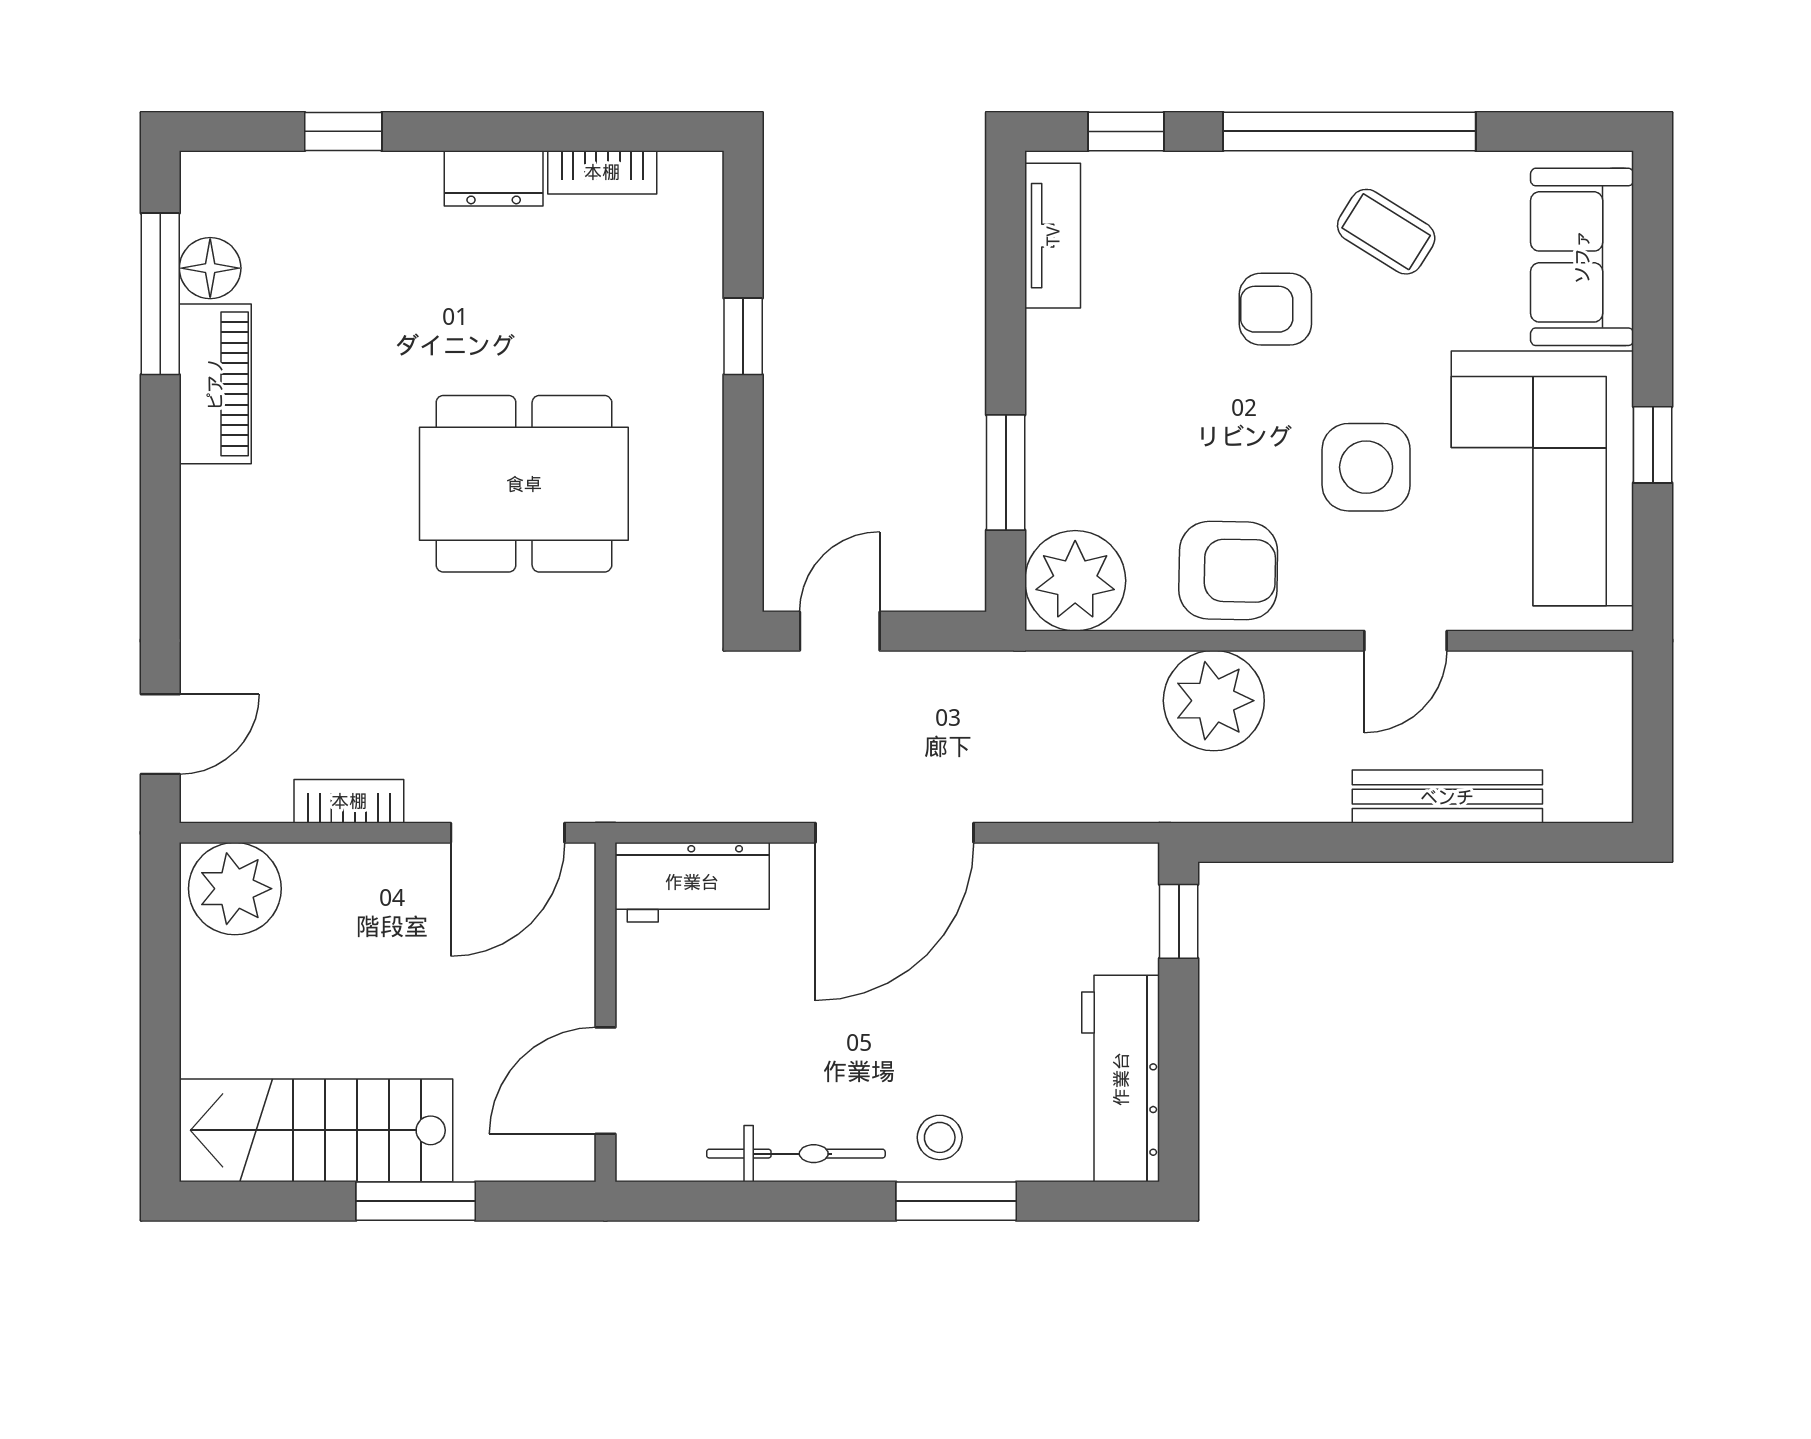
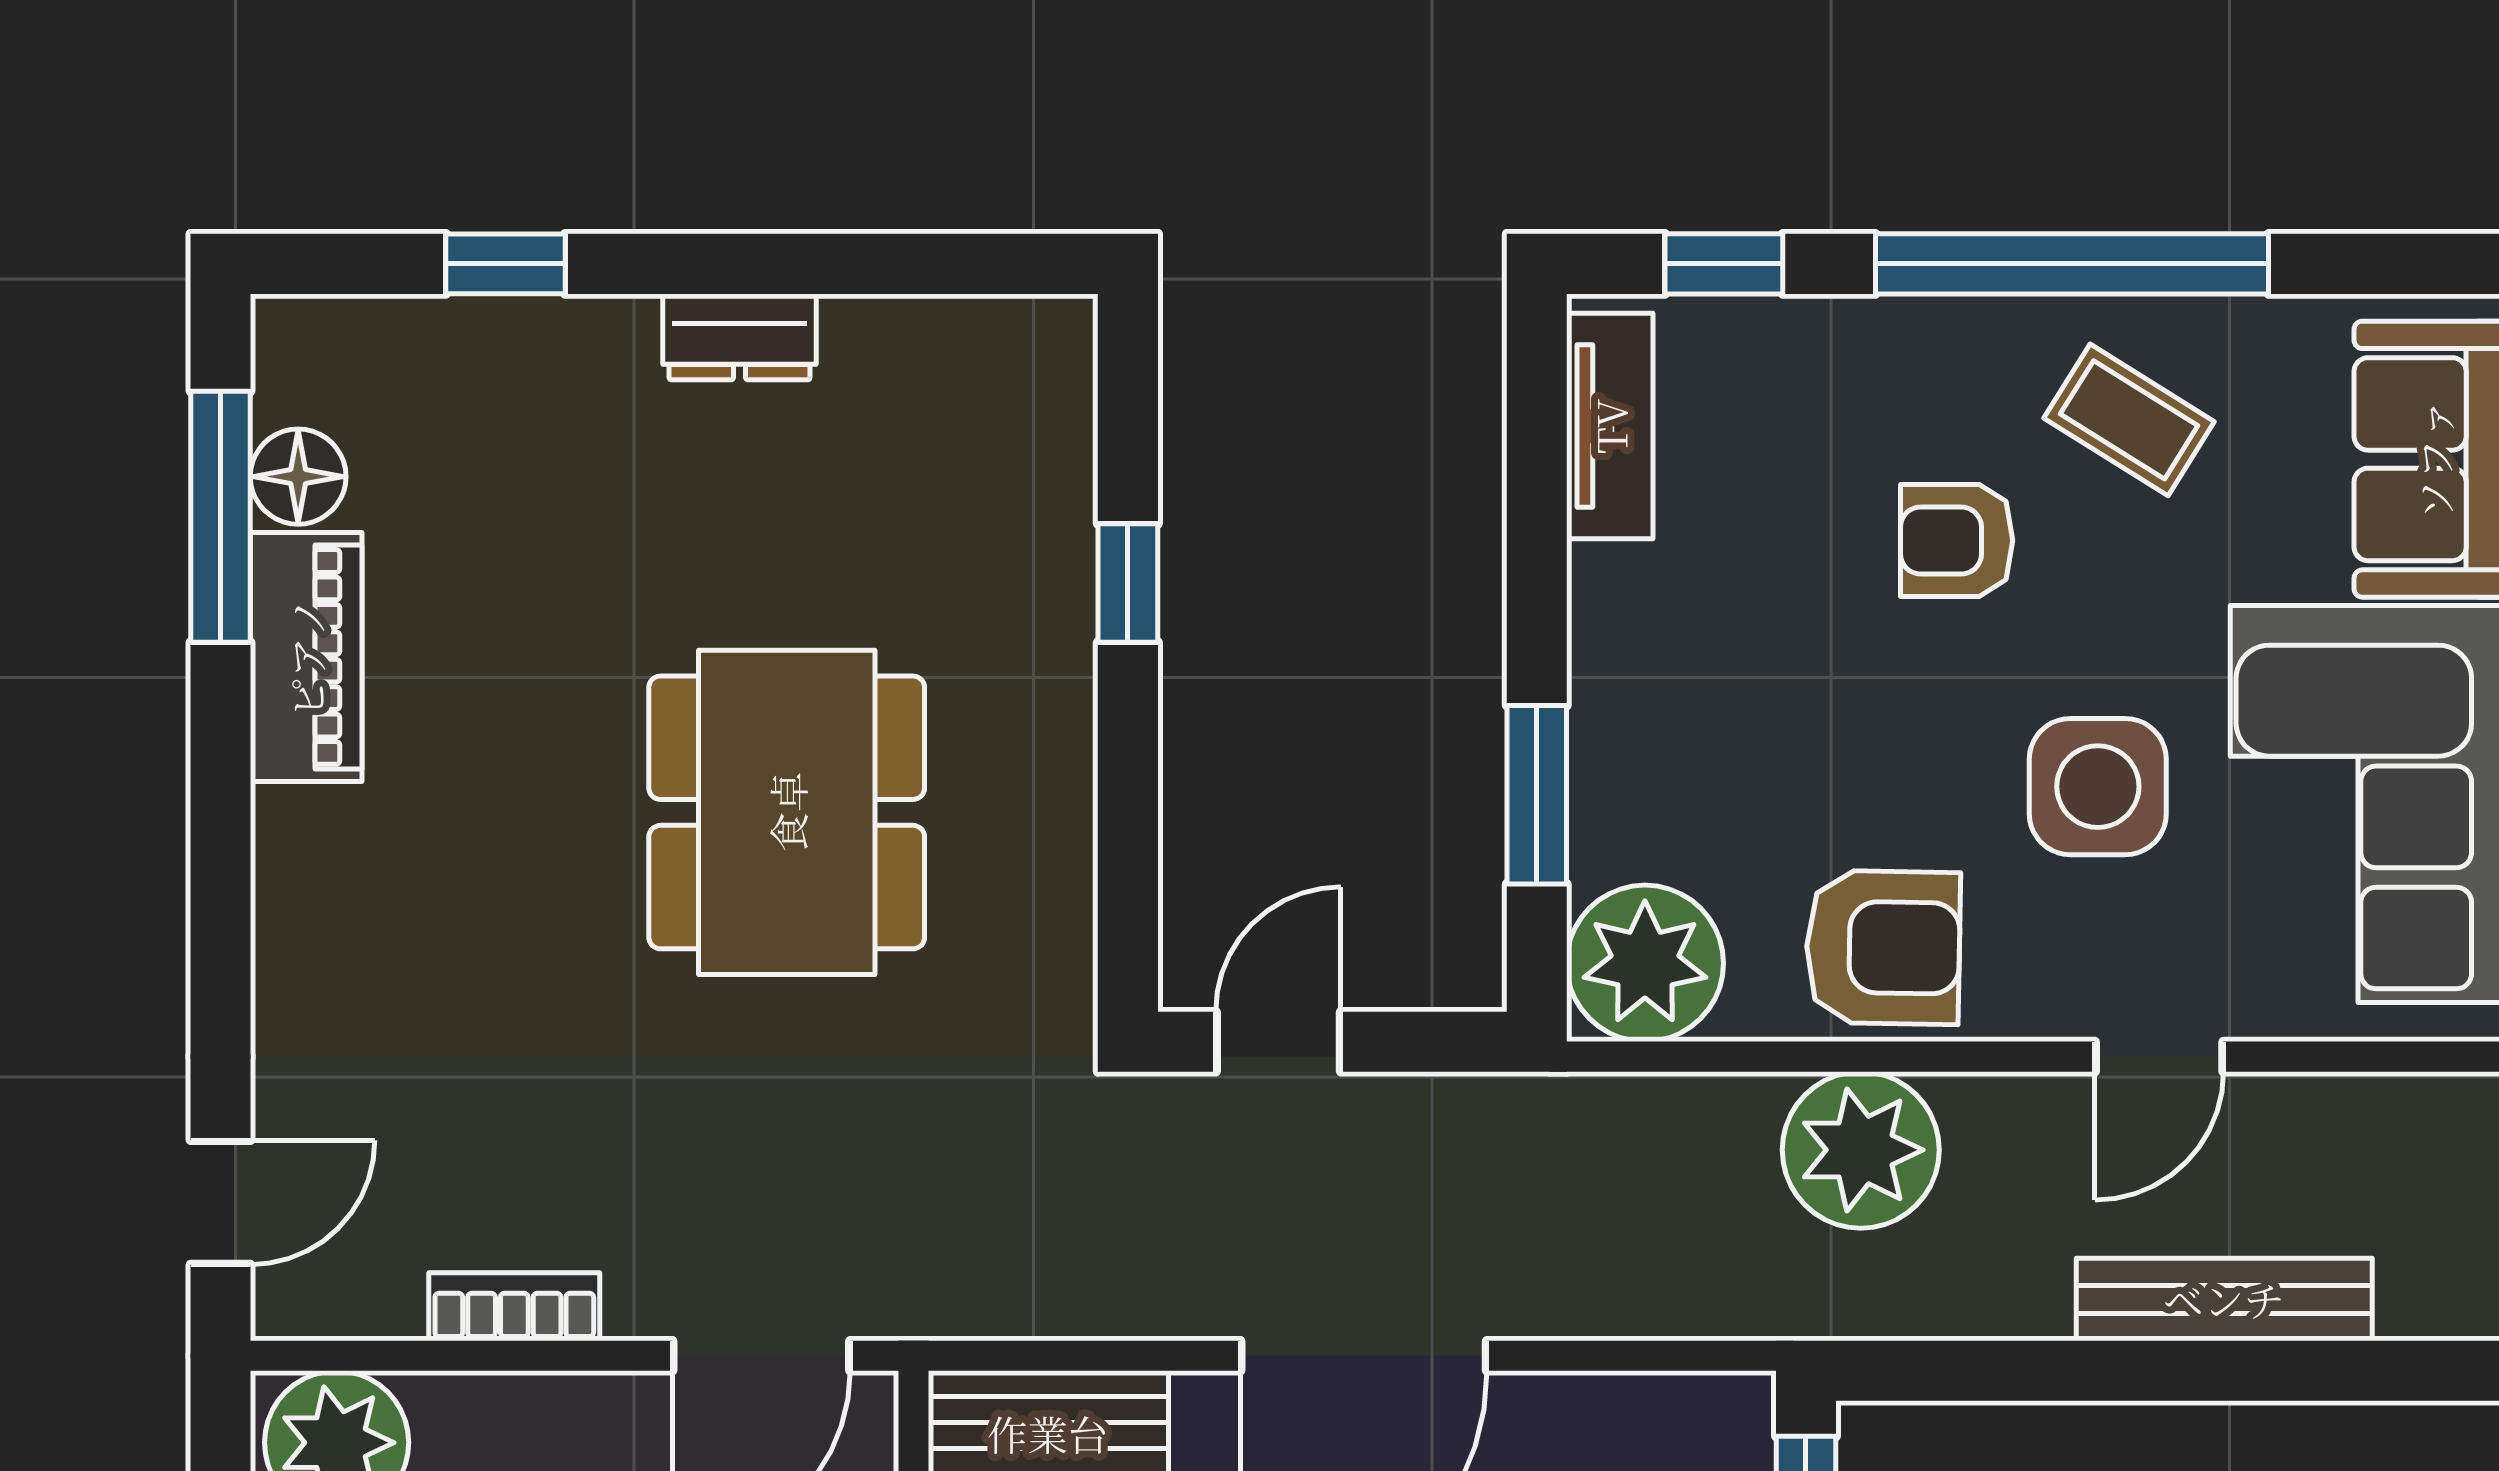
bookcase: (602, 172) -> (909, 328), removed
dining table: (524, 484) -> (787, 812), turned 90

